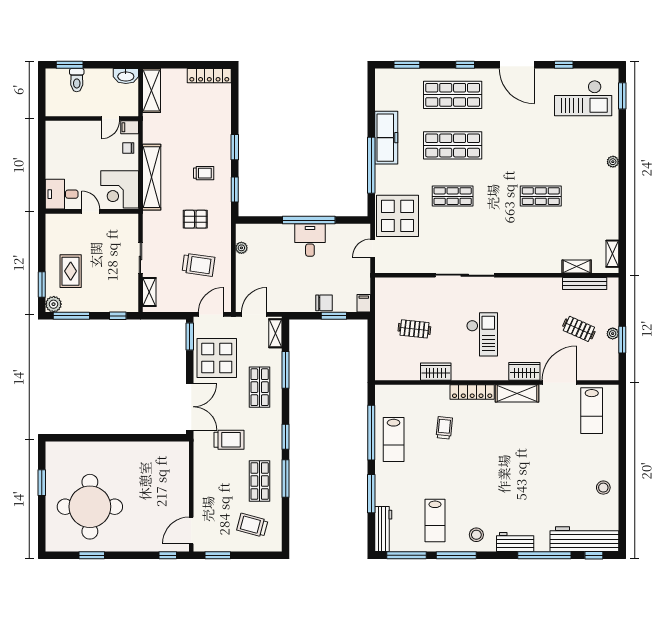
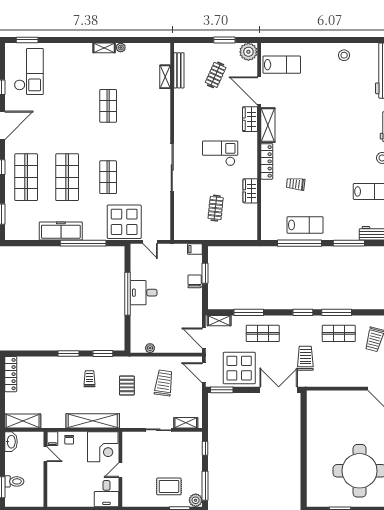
plant: (613, 162) -> (121, 48), moved
shelving: (612, 254) -> (104, 48), moved
plant: (613, 334) -> (248, 52), moved, width x1.87, depth x1.87

